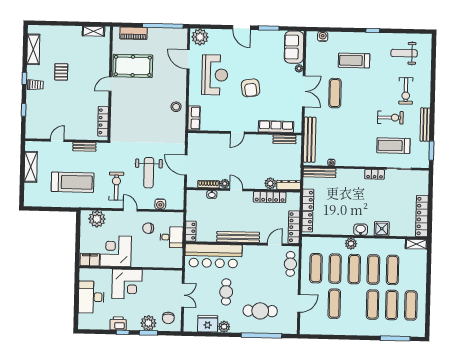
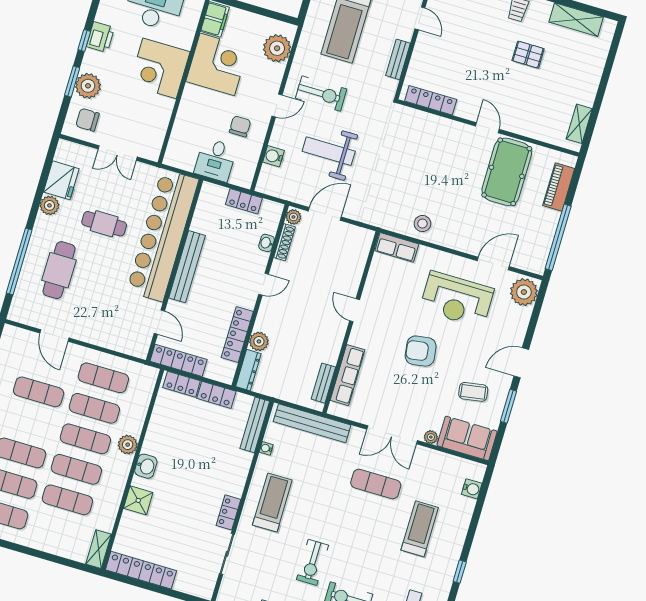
coffee table: (266, 51) -> (473, 392), added
treadmill: (393, 146) -> (272, 502), moved
plant: (225, 184) -> (293, 217), moved
locker: (191, 231) -> (244, 201), moved
bar counter: (213, 256) -> (163, 235), width x1.36
cafe table: (290, 264) -> (121, 339), removed

